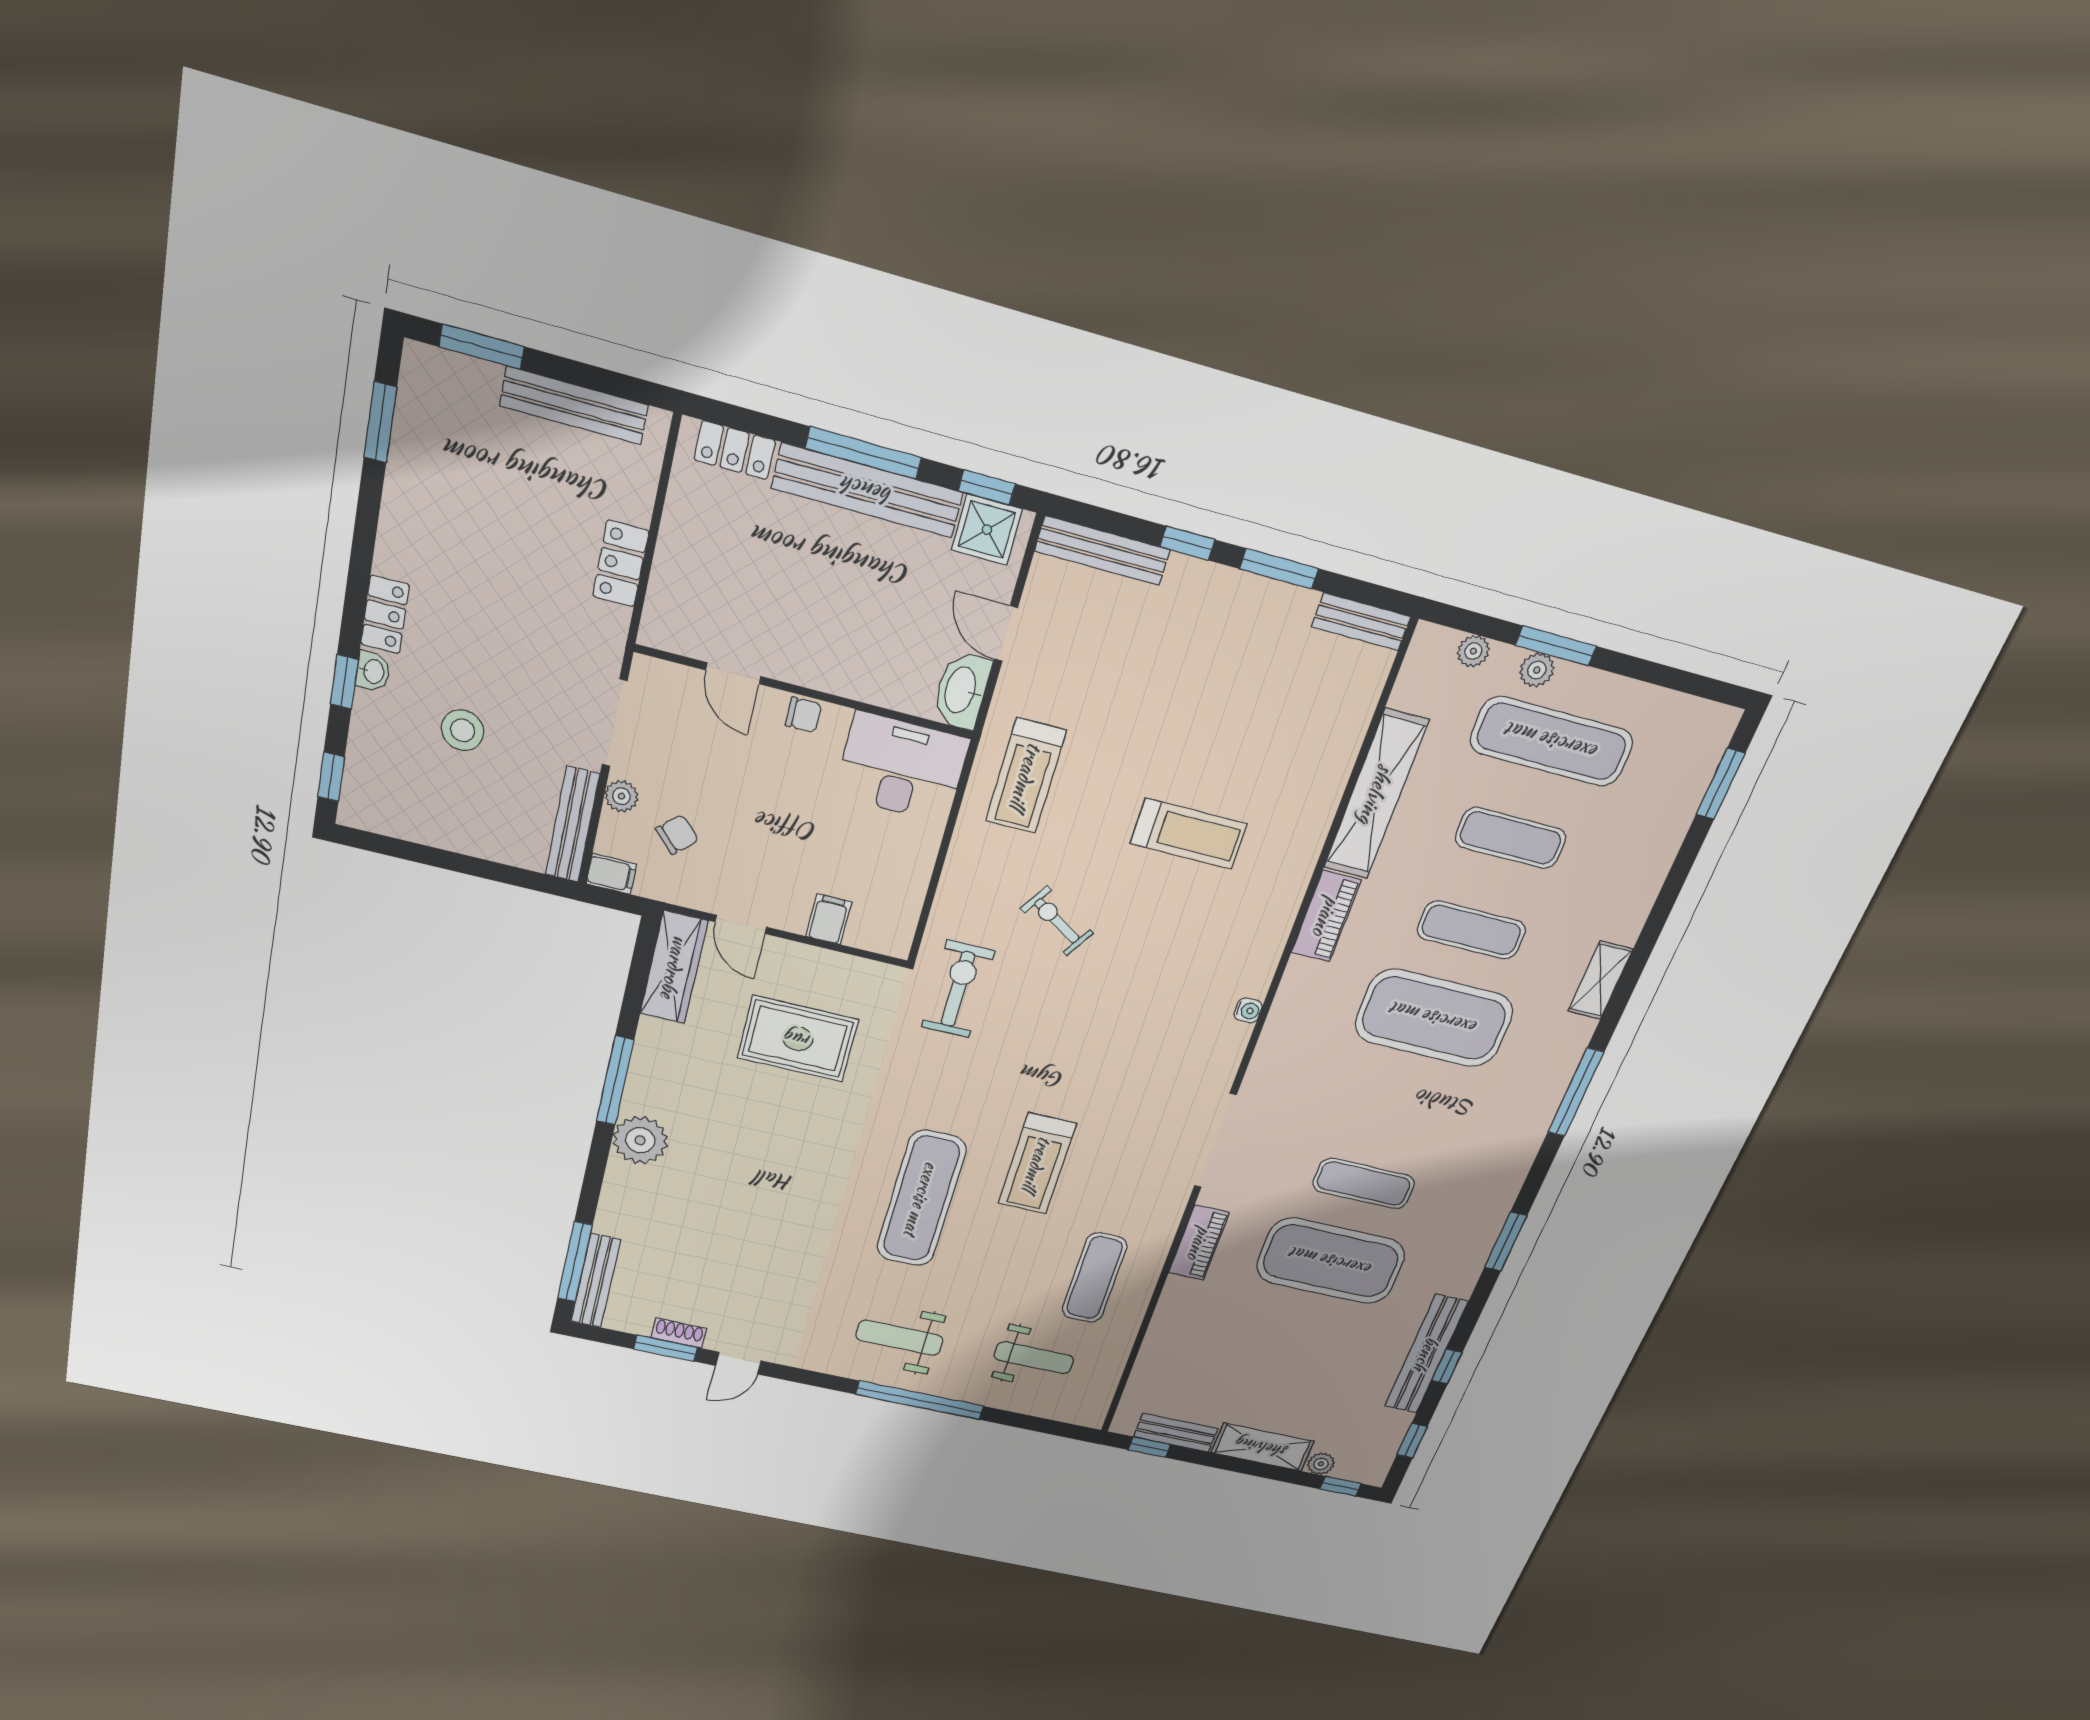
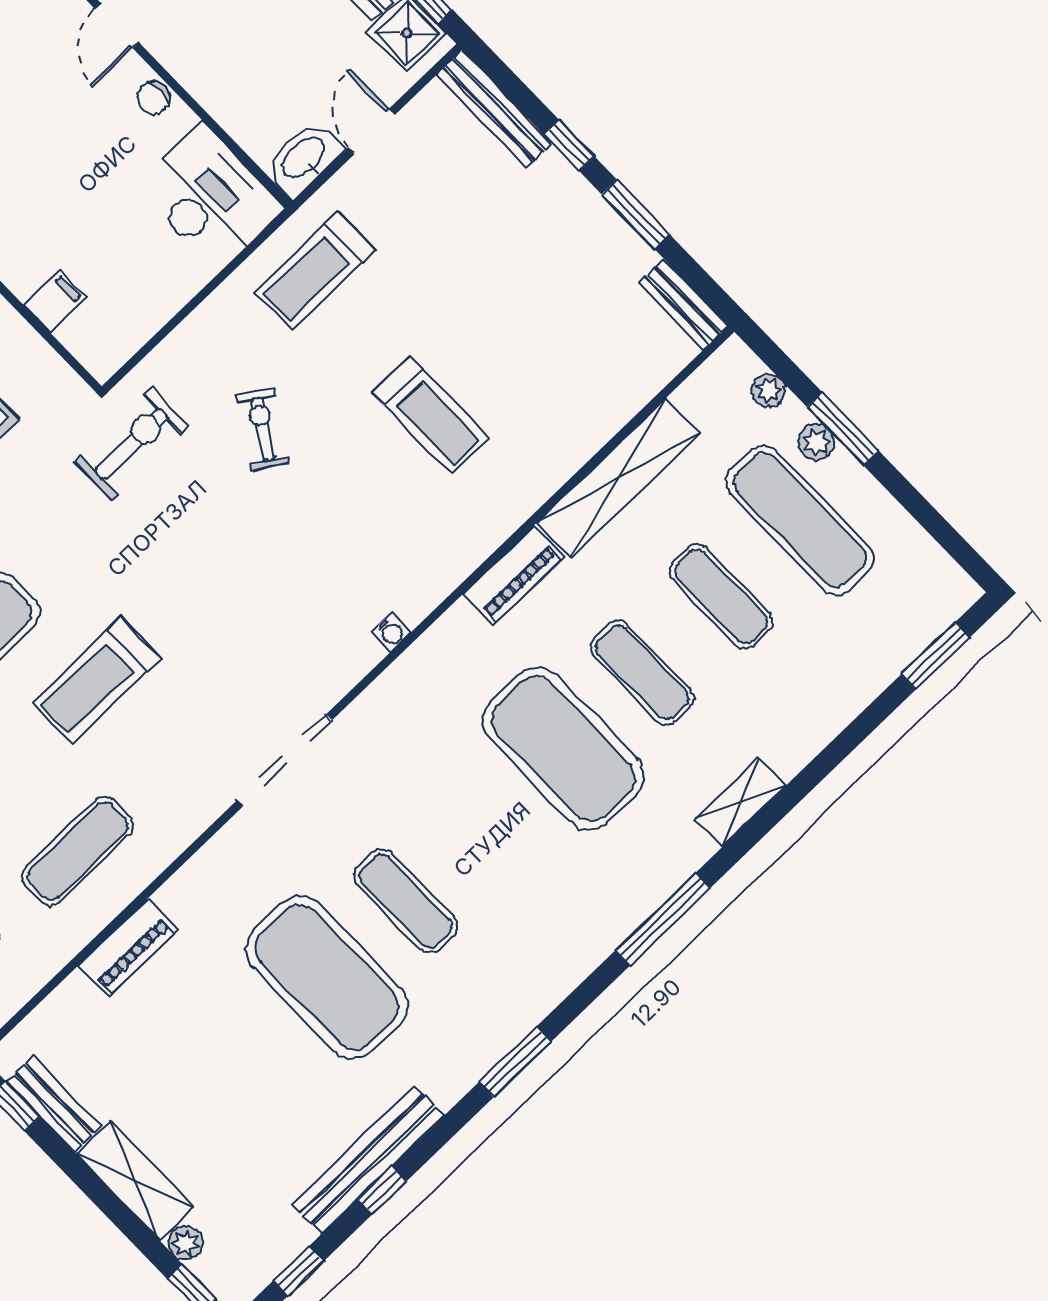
chair: (803, 715) -> (153, 98), turned 90
piano: (1199, 1243) -> (128, 947), moved

